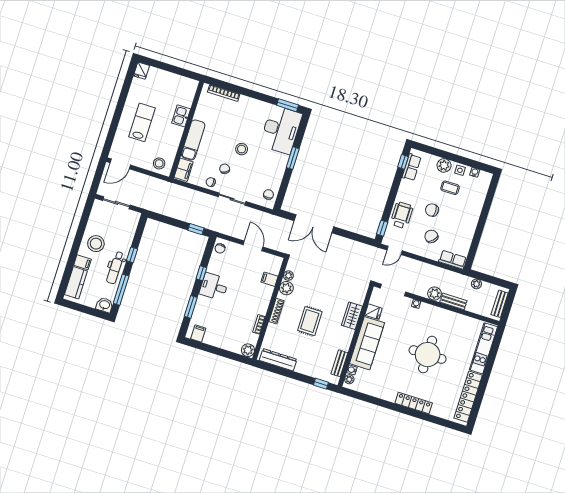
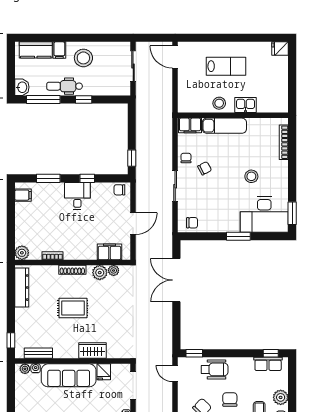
stool: (242, 149) -> (251, 176), moved
stool: (159, 163) -> (219, 103), moved
filing cabinet: (269, 279) -> (109, 252), width x2.00

